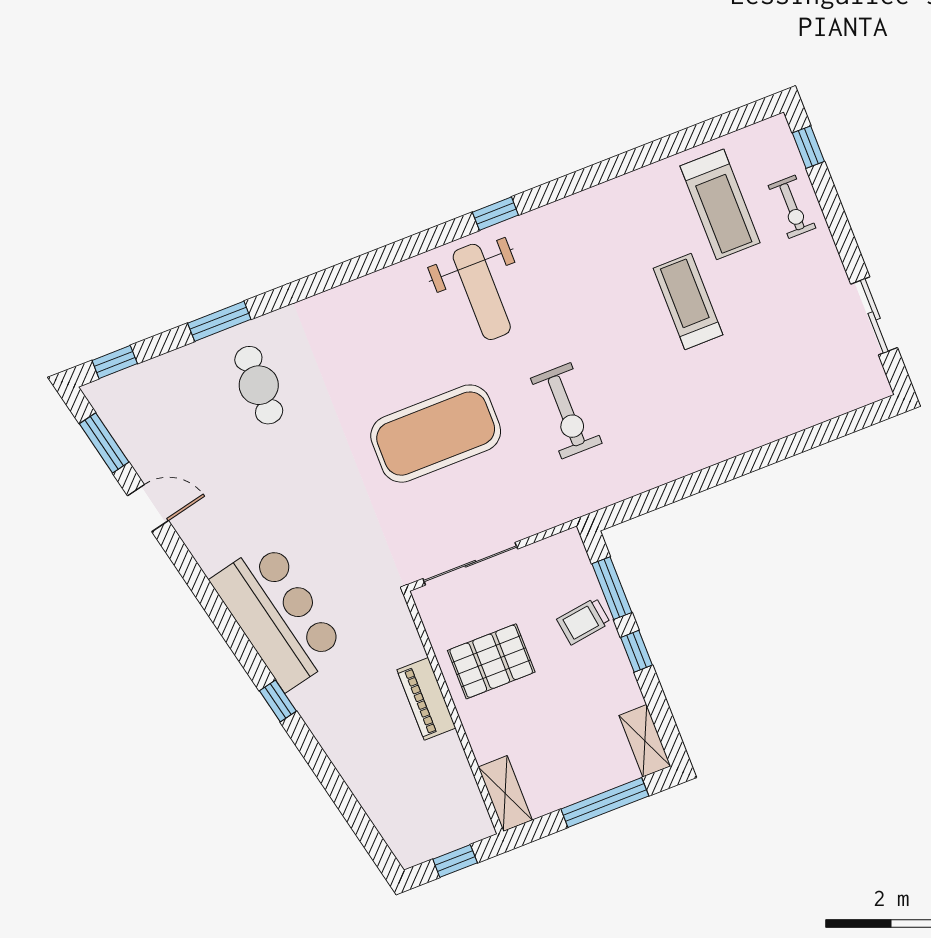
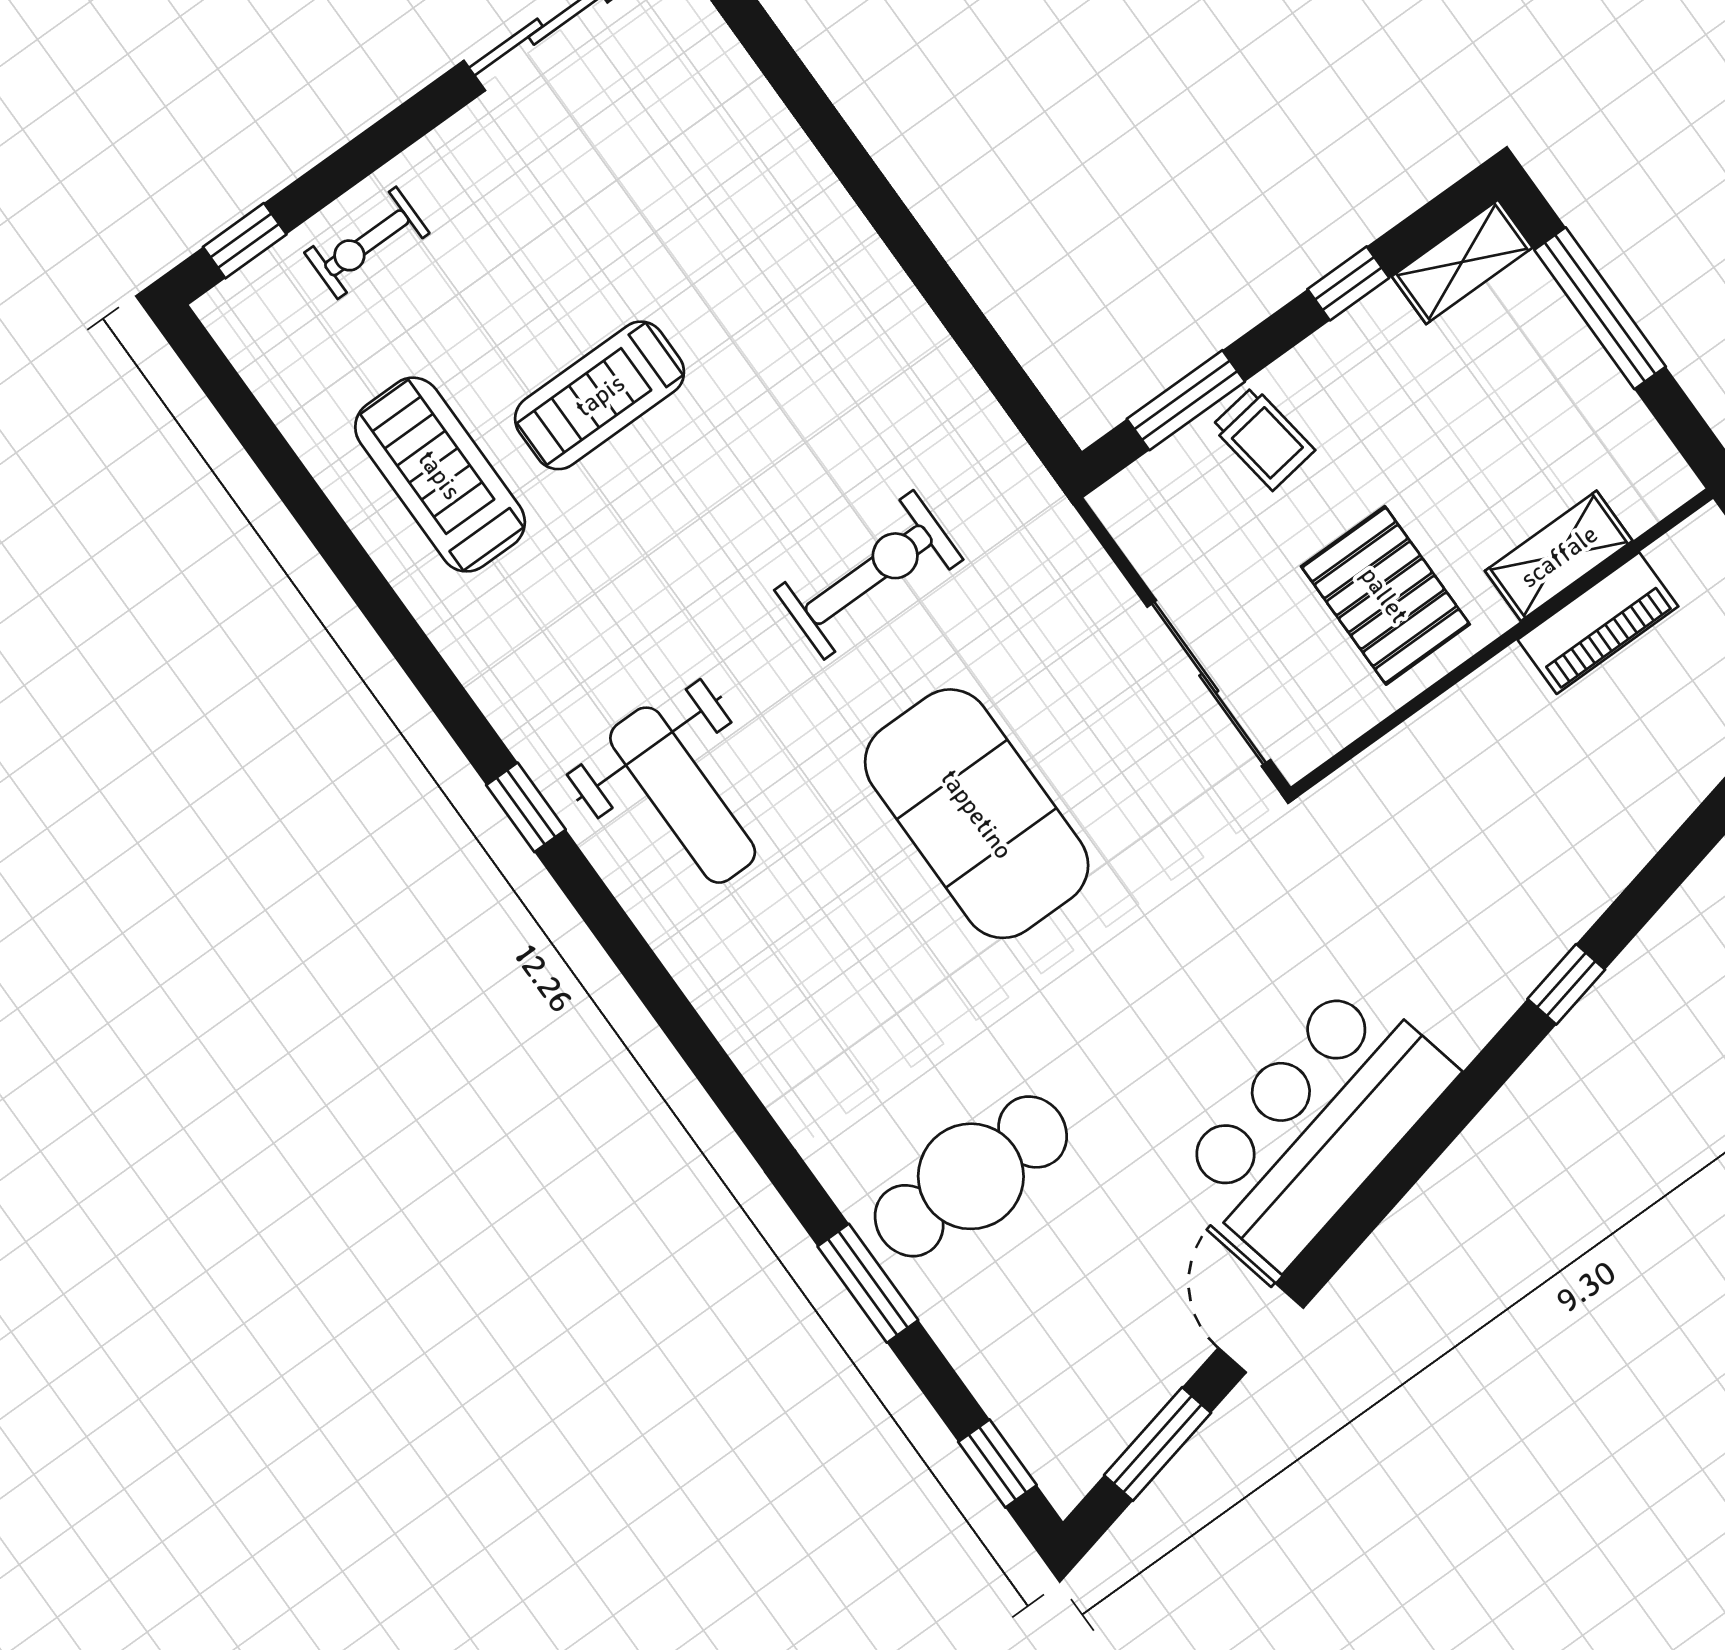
treadmill: (720, 204) -> (440, 475), moved, turned -90
exercise bike: (792, 207) -> (367, 243), turned 180
weight bench: (482, 292) -> (683, 795), turned 90
cafe table: (259, 385) -> (971, 1176), width x1.37, depth x1.35
bar counter: (278, 615) -> (1316, 1123), moved
window: (637, 651) -> (1348, 283), moved
piano: (426, 699) -> (1598, 623), moved
shelving: (505, 793) -> (1559, 556), moved

